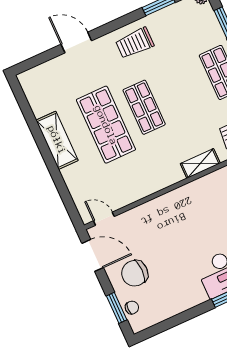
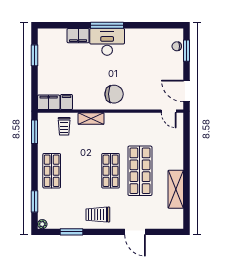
trolley: (135, 43) -> (98, 215), turned 180
shelving: (57, 140) -> (176, 189), moved
chair: (135, 273) -> (114, 94), moved

